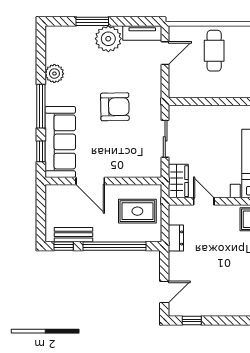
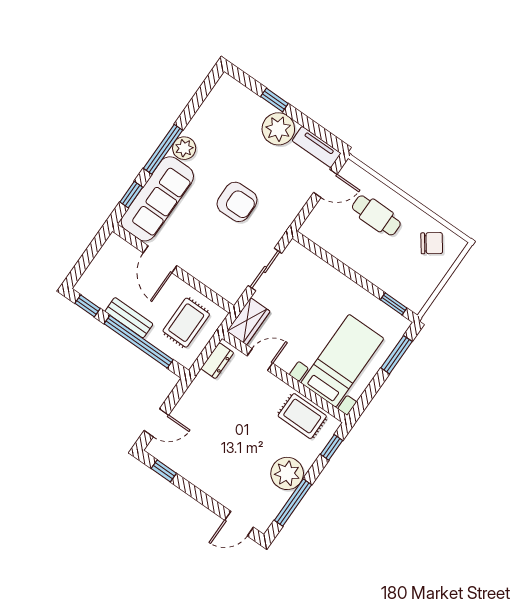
window: (92, 21) -> (274, 100), width x0.67
cafe table: (214, 51) -> (376, 215), turned 90
plant: (54, 74) -> (184, 148), moved
door: (204, 201) -> (260, 360), hinge flipped
rug: (137, 211) -> (186, 323), turned 90
bench: (73, 235) -> (129, 318), moved
dresser: (176, 238) -> (217, 361), moved

